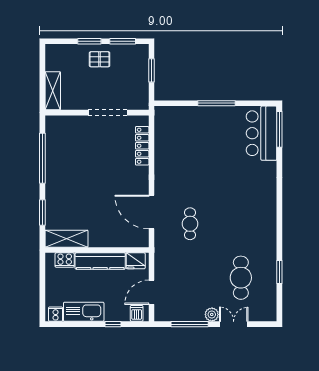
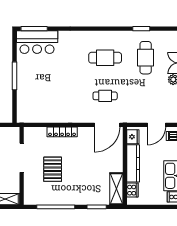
locker: (142, 146) -> (62, 132), moved
pallet: (92, 154) -> (53, 169), added
door: (151, 212) -> (107, 125), moved
cafe table: (241, 224) -> (105, 58), added
cafe table: (241, 278) -> (146, 58), turned 90
door: (151, 292) -> (157, 125), hinge flipped

